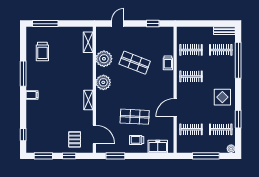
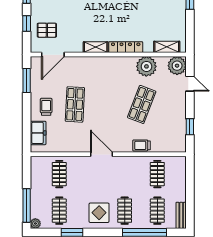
locker: (88, 76) -> (126, 47), added
clothes rail: (191, 76) -> (125, 211), moved
plant: (103, 82) -> (177, 66), moved
door: (175, 108) -> (102, 154), moved
window: (206, 156) -> (27, 206), moved

